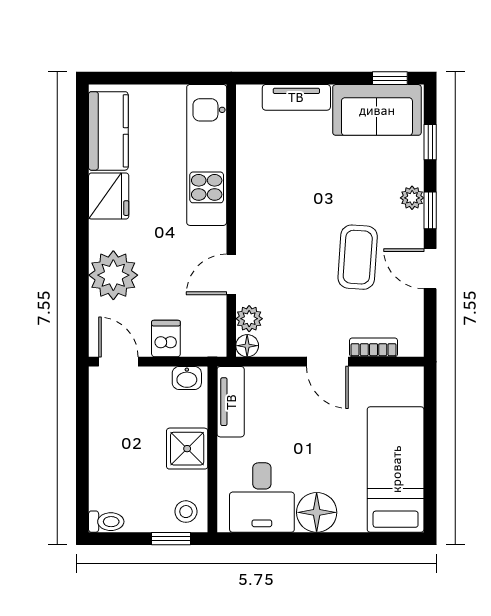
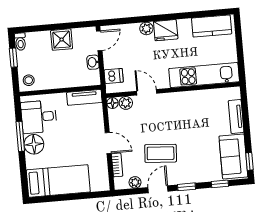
fridge: (109, 196) -> (166, 30), moved
plant: (412, 198) -> (135, 182), moved
plant: (113, 275) -> (146, 28), width x0.53, depth x0.53
dishwasher: (166, 339) -> (114, 76), moved
door: (327, 362) -> (108, 143), swing flipped
washbasin: (187, 378) -> (93, 62), moved
shower: (187, 449) -> (62, 40), moved
window: (171, 539) -> (13, 58), moved
window: (298, 539) -> (20, 136), added

